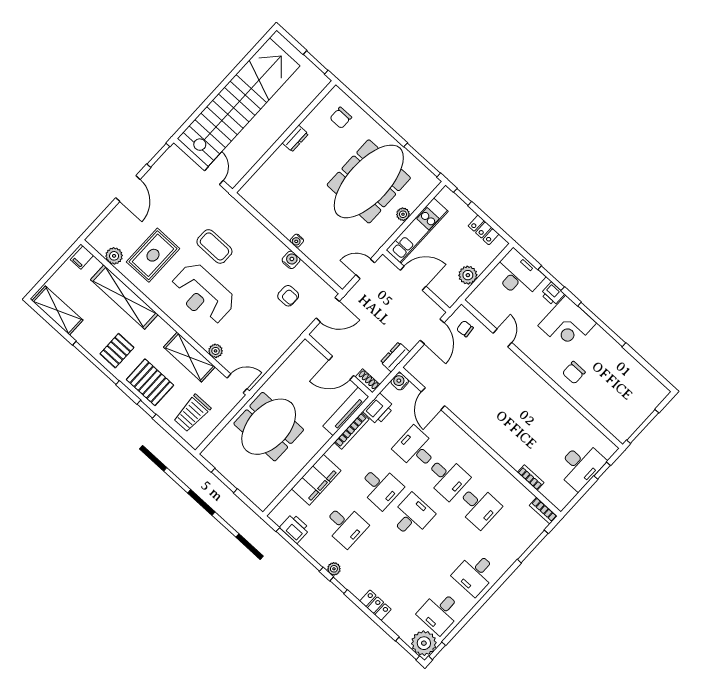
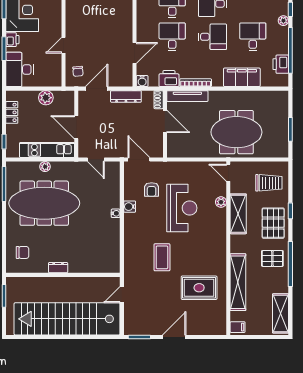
plant: (114, 256) -> (220, 310), removed
reception desk: (203, 294) -> (182, 208), moved
armchair: (288, 296) -> (152, 189), turned 180
dresser: (395, 357) -> (126, 96), width x1.44
desk: (416, 449) -> (172, 37), turned 180
desk: (380, 487) -> (212, 37), turned 90

